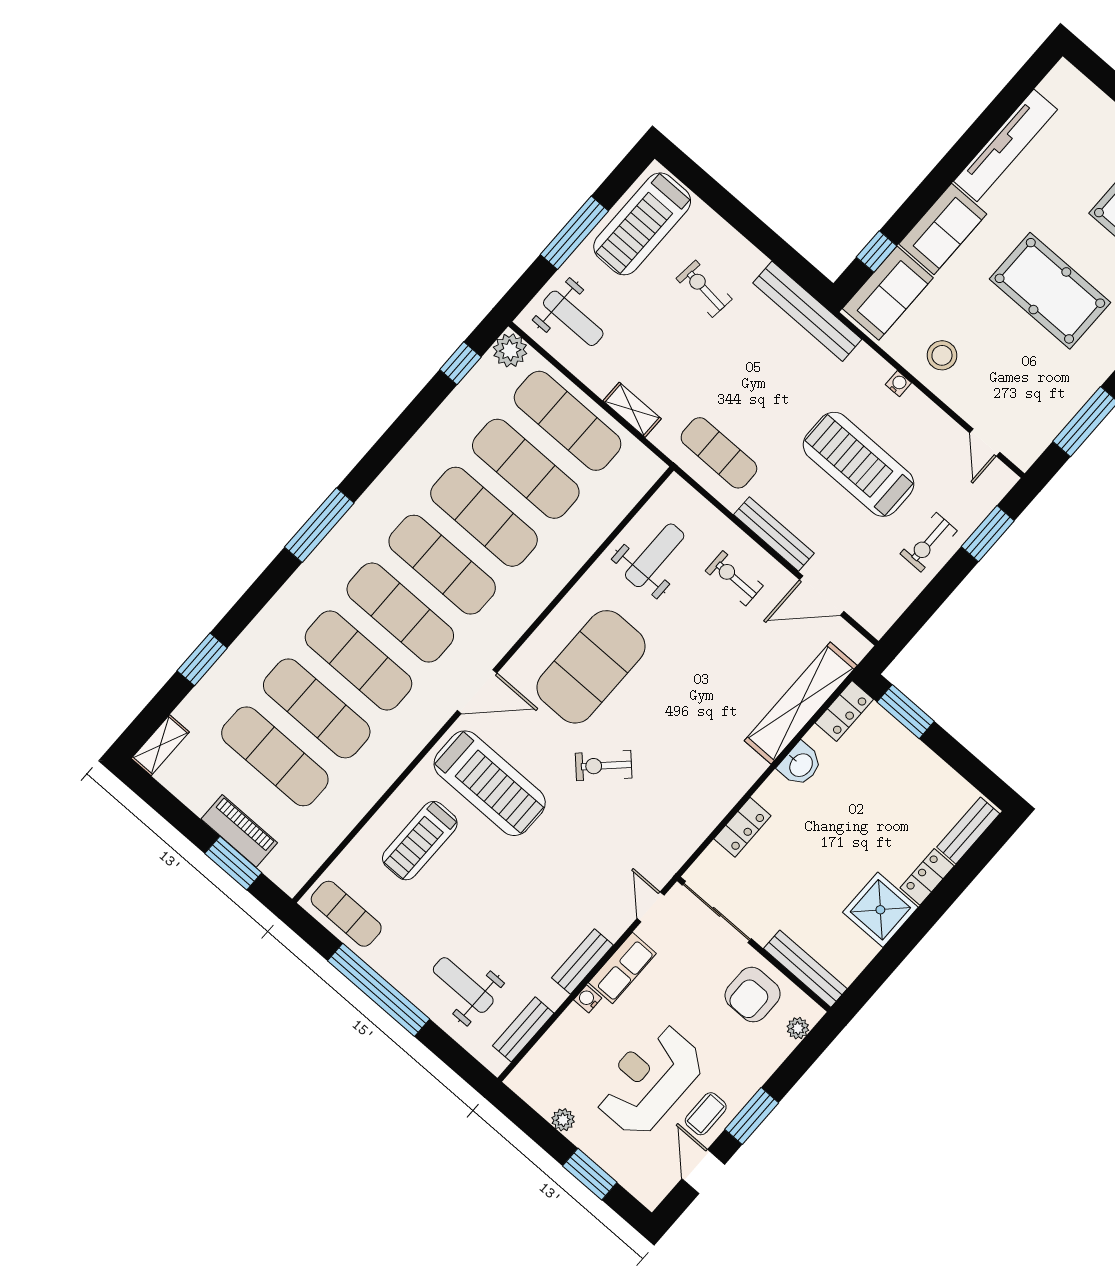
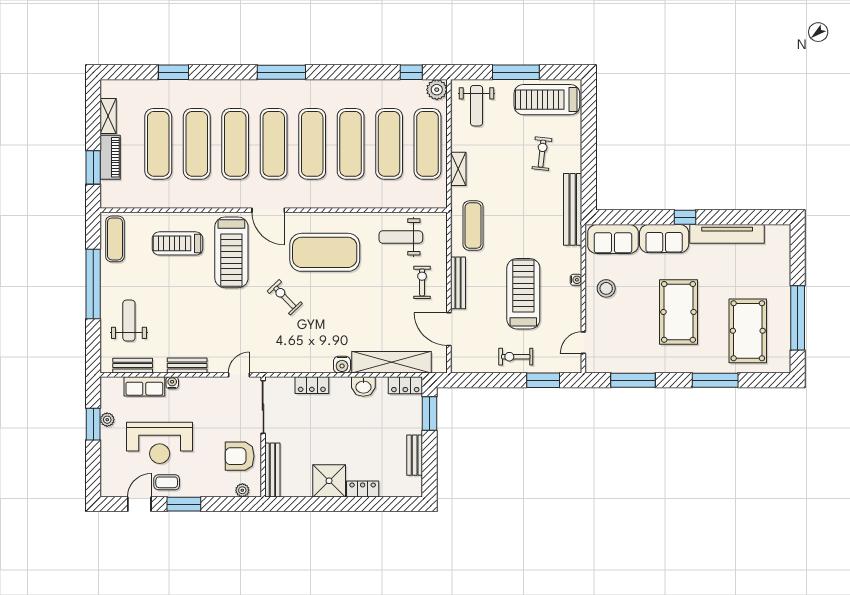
window: (877, 251) -> (685, 217), moved
weight bench: (655, 555) -> (401, 237), turned 180
shelving: (160, 745) -> (108, 116), moved, turned 90
water cooler: (750, 767) -> (342, 365), added
bench: (968, 830) -> (415, 455), moved, turned 90
row of seats: (622, 968) -> (144, 386), moved
reception desk: (649, 1080) -> (160, 443), turned 180
window: (590, 1174) -> (93, 424), moved

